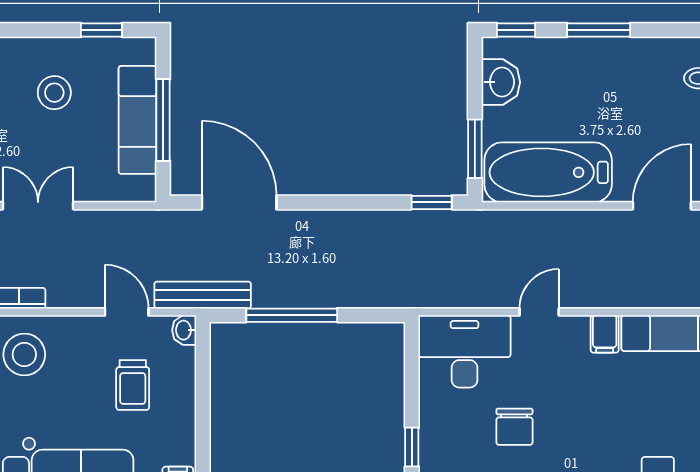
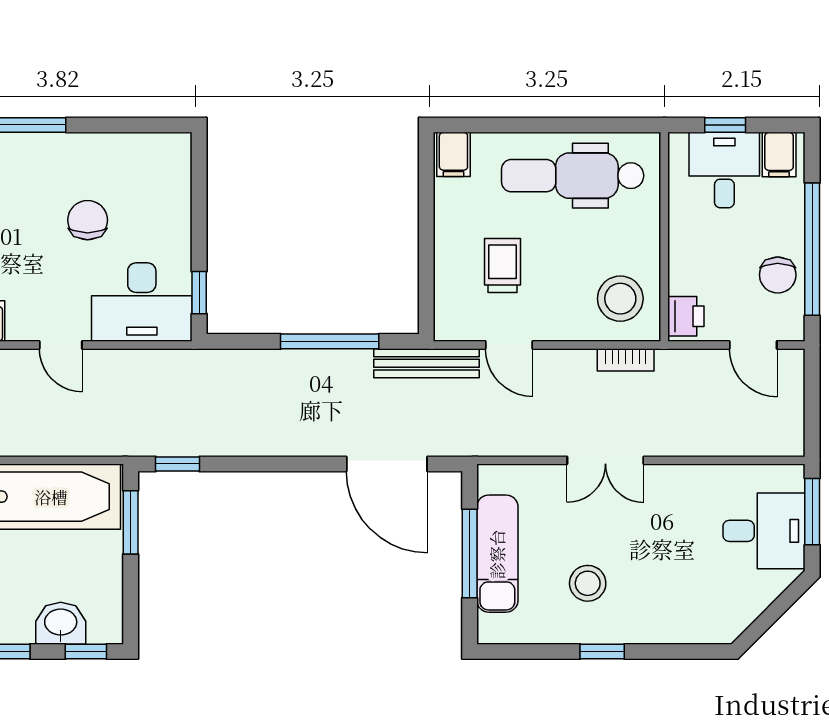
window: (101, 30) -> (602, 652), moved
washbasin: (501, 82) -> (61, 623), moved, turned 90
door: (539, 312) -> (61, 345), hinge flipped
washbasin: (184, 330) -> (447, 325), removed
window: (412, 447) -> (199, 293), moved

